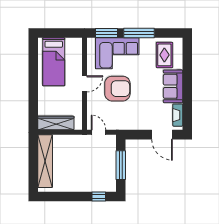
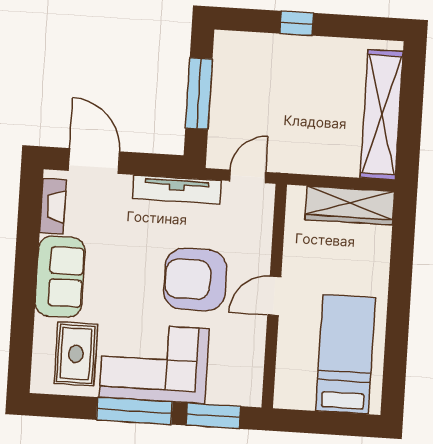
corner sofa: (117, 53) -> (154, 363), moved
tv unit: (127, 125) -> (177, 190), added
door: (99, 132) -> (248, 176), swing flipped
window: (99, 196) -> (297, 23), moved

